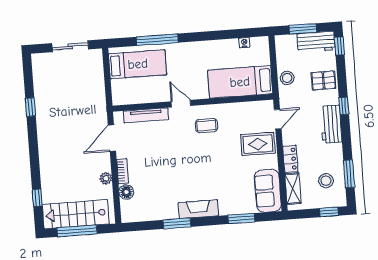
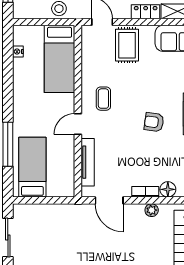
armchair: (188, 174) -> (154, 122), added

